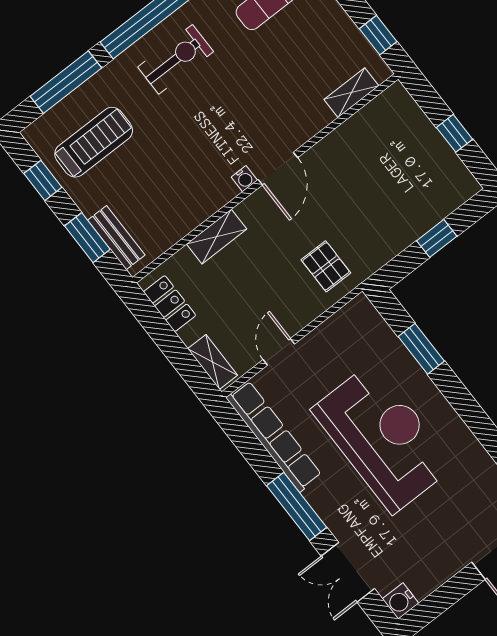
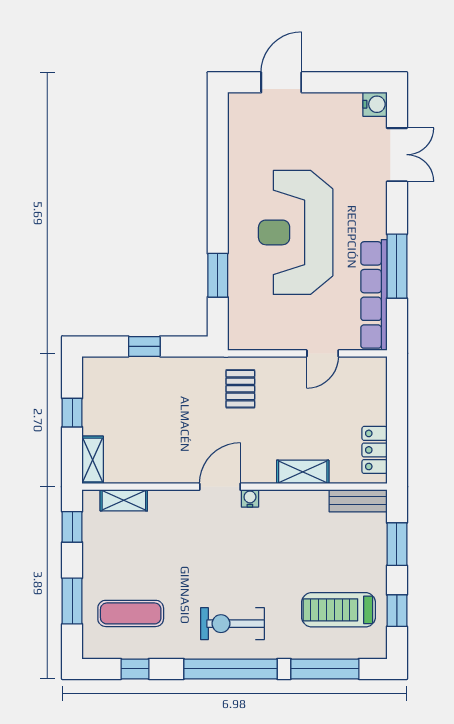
bench: (116, 238) -> (358, 501), moved, turned 90
shelving: (213, 362) -> (93, 460), moved
window: (297, 506) -> (397, 266), moved

